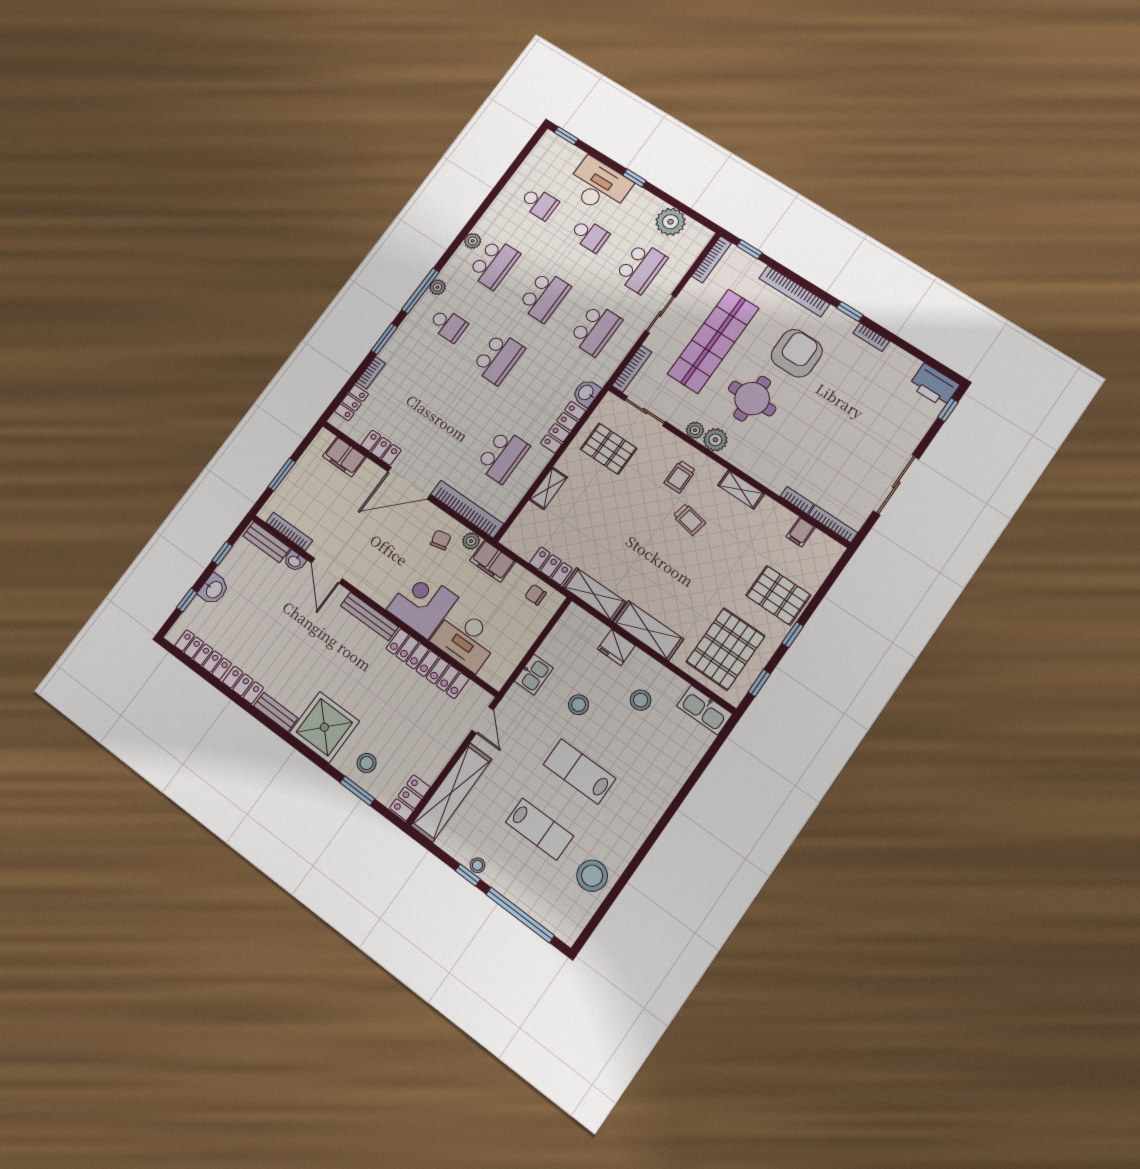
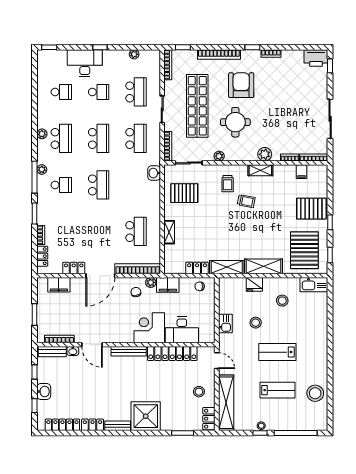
plant: (670, 222) -> (134, 54), width x0.53, depth x0.53
locker: (563, 427) -> (155, 198), removed
plant: (715, 440) -> (265, 154), moved
stool: (367, 763) -> (199, 392), moved

